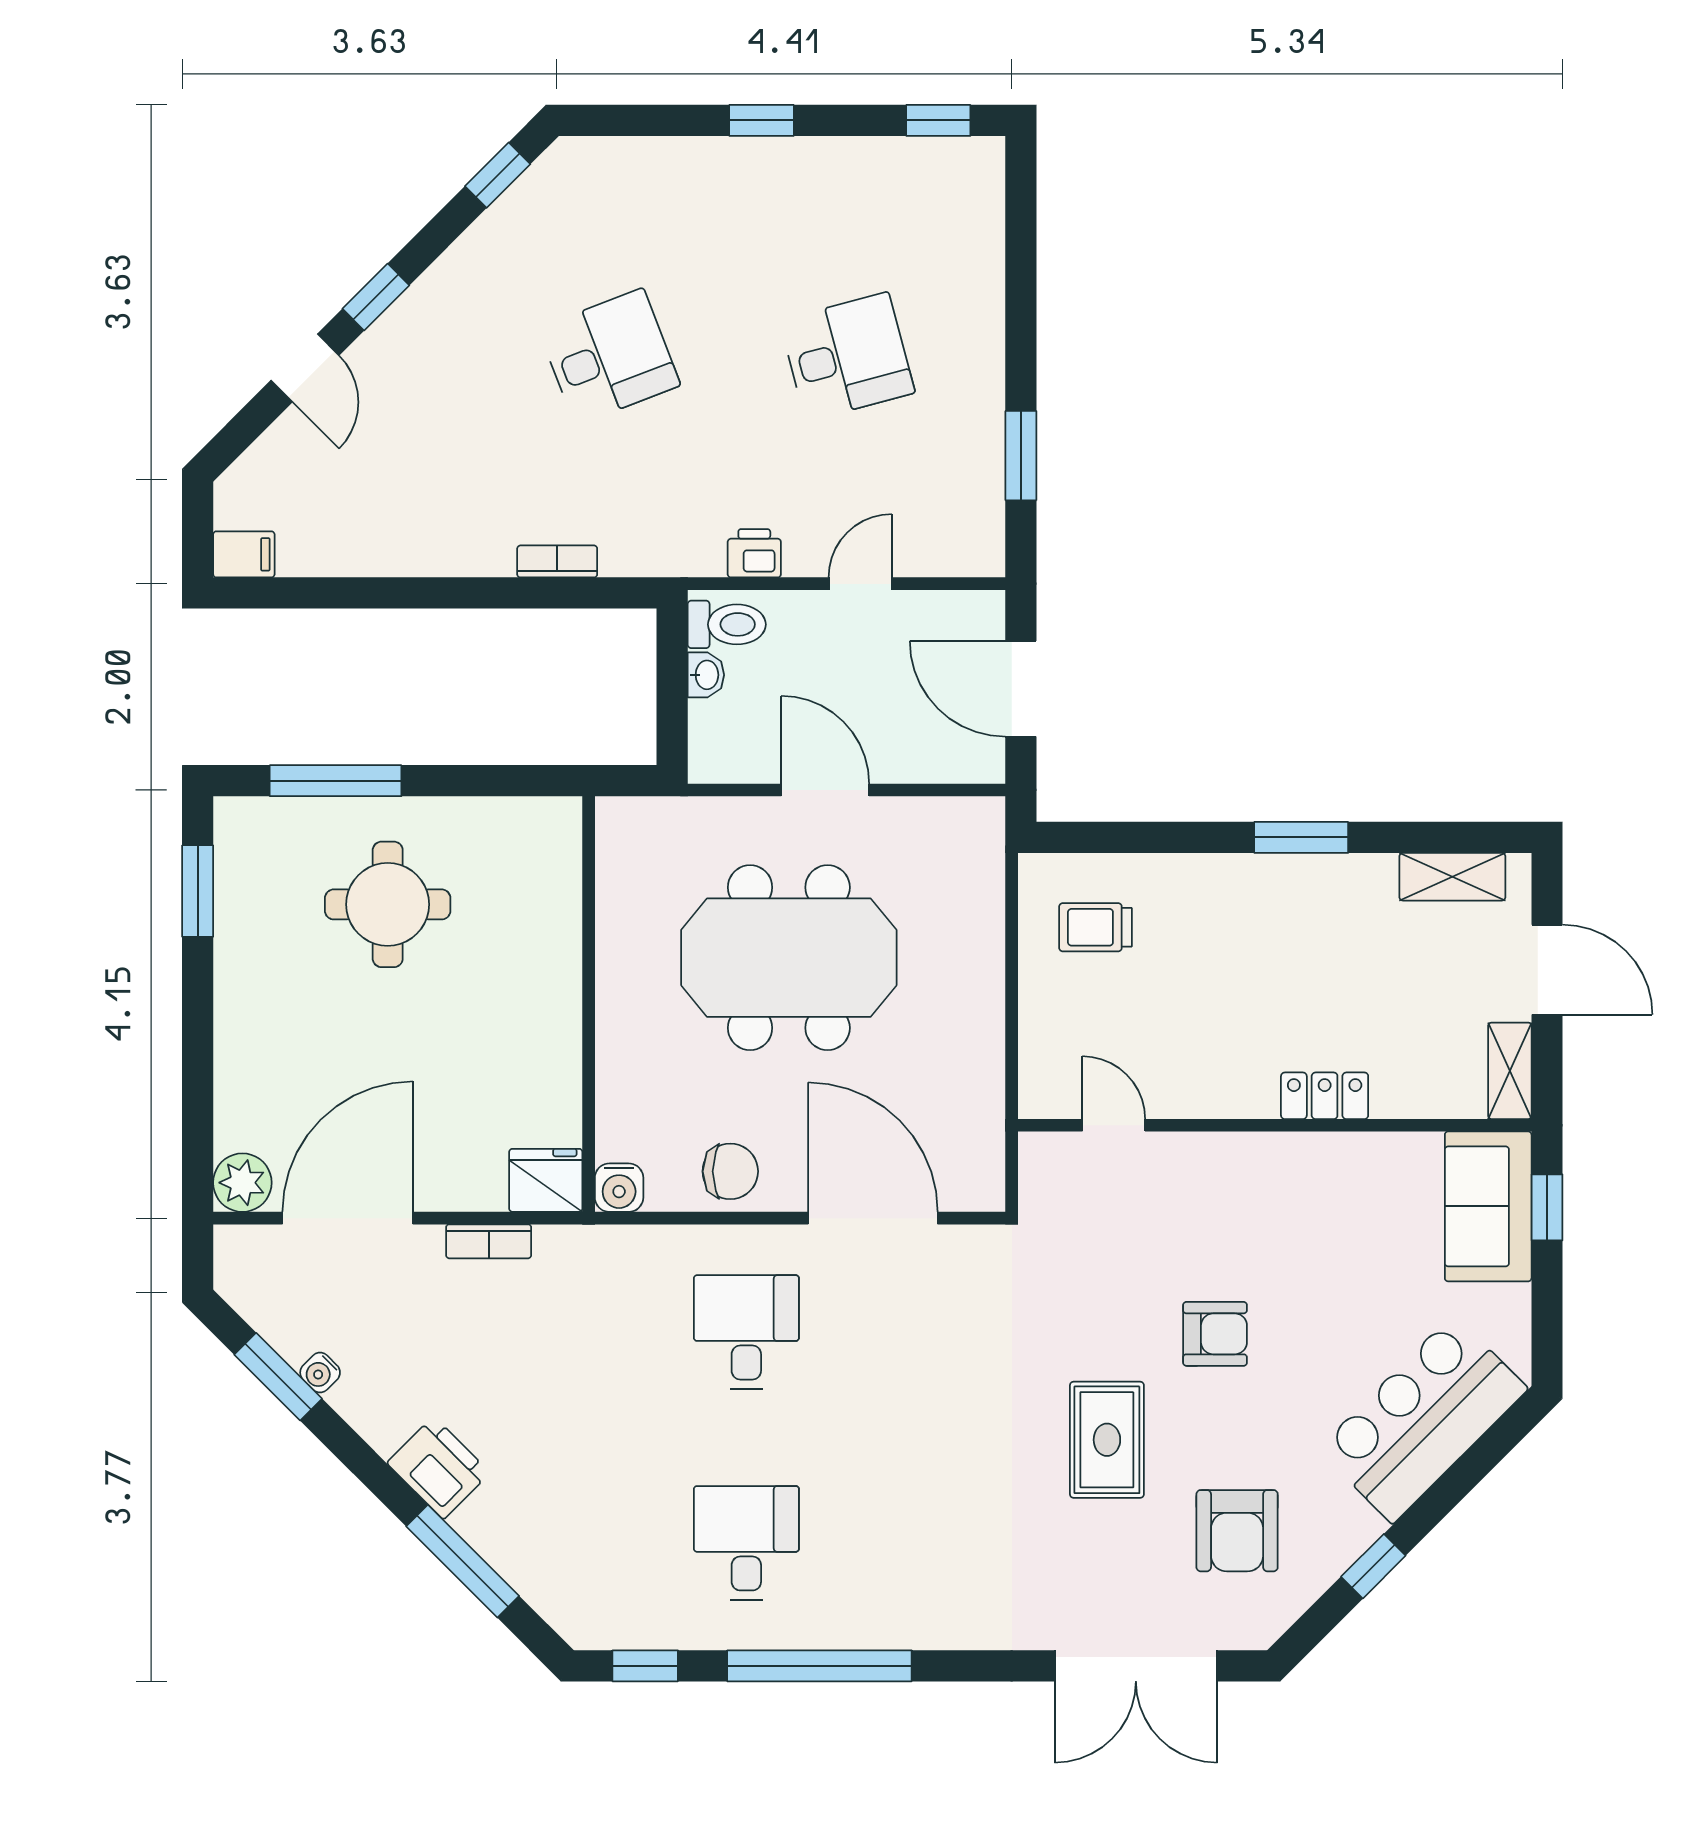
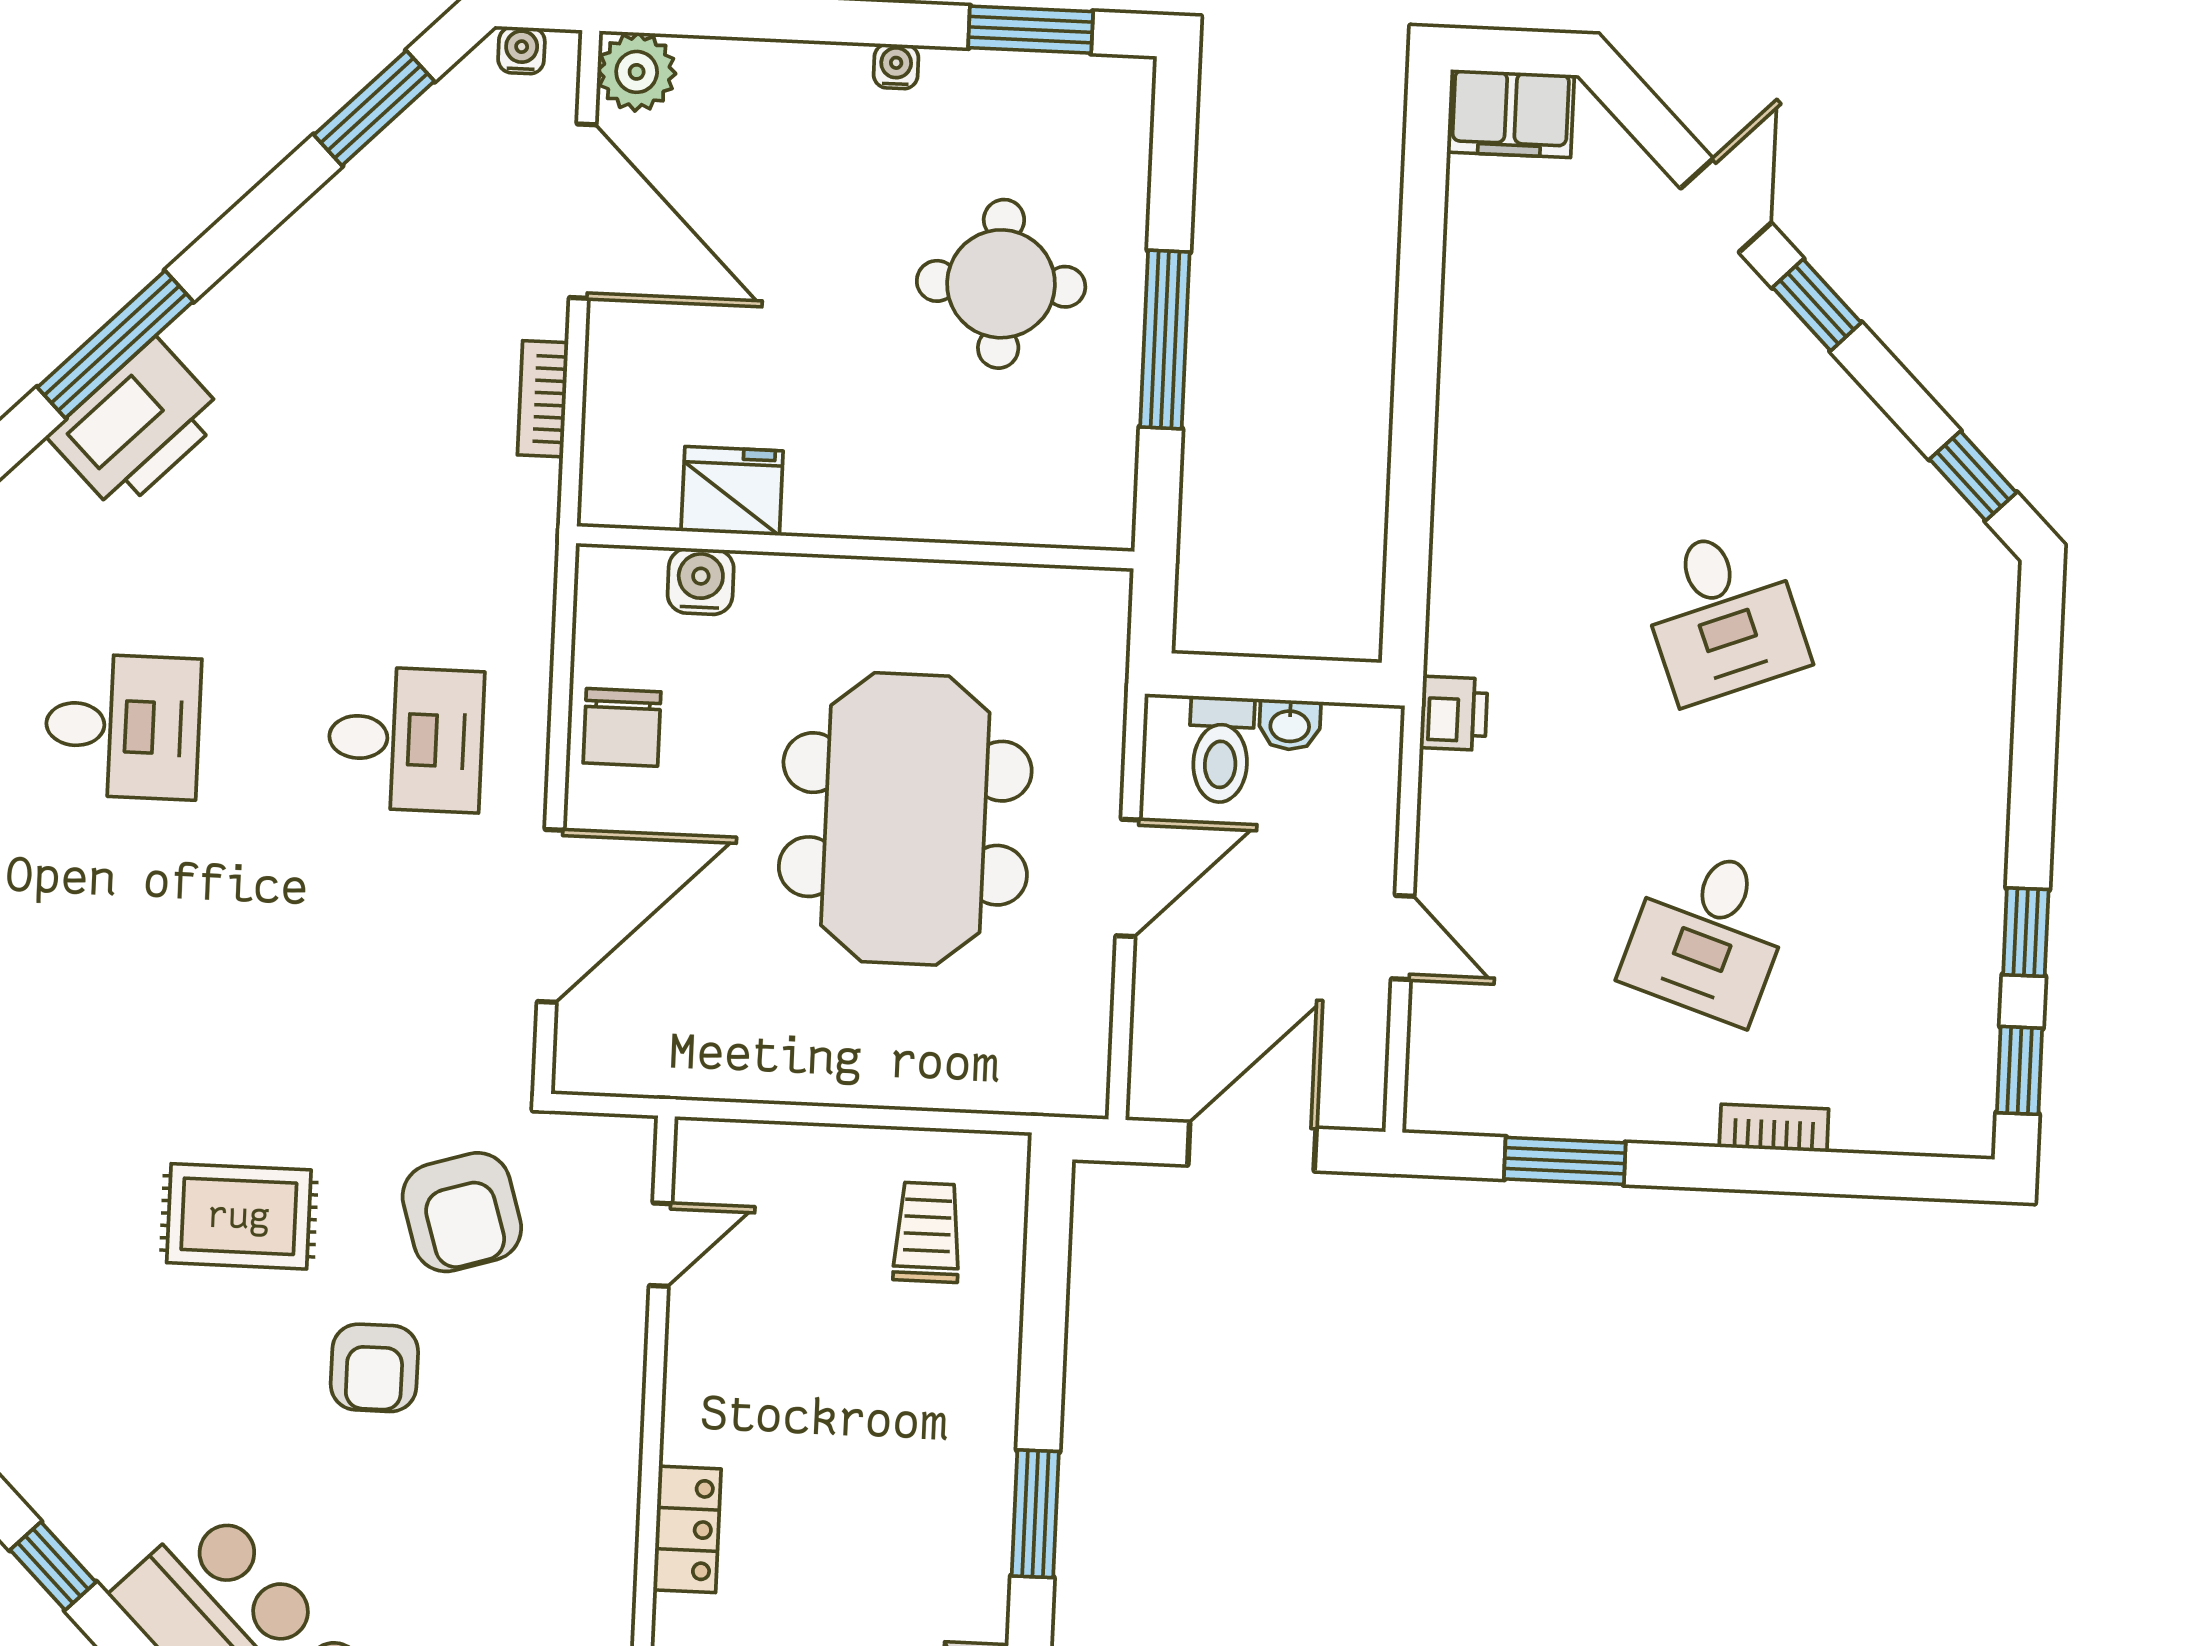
window: (761, 120) -> (2026, 932), moved
desk: (847, 357) -> (1708, 934), turned 33
door: (305, 368) -> (1726, 205), swing flipped
printer: (754, 553) -> (1454, 713), moved
filing cabinet: (244, 554) -> (1510, 114), width x2.00
bookcase: (557, 561) -> (1774, 1128), moved, turned -90
toilet: (727, 624) -> (1221, 750), moved
window: (336, 781) -> (1165, 339), moved
water cooler: (229, 990) -> (896, 66), added
fridge: (546, 1180) -> (732, 491), moved, turned -90
water cooler: (619, 1188) -> (701, 581), moved, turned 90
water cooler: (320, 1373) -> (521, 50), moved, turned 45
printer: (439, 1468) -> (137, 426), moved, width x1.37, depth x1.19
armchair: (1237, 1531) -> (462, 1212), moved, turned -107

